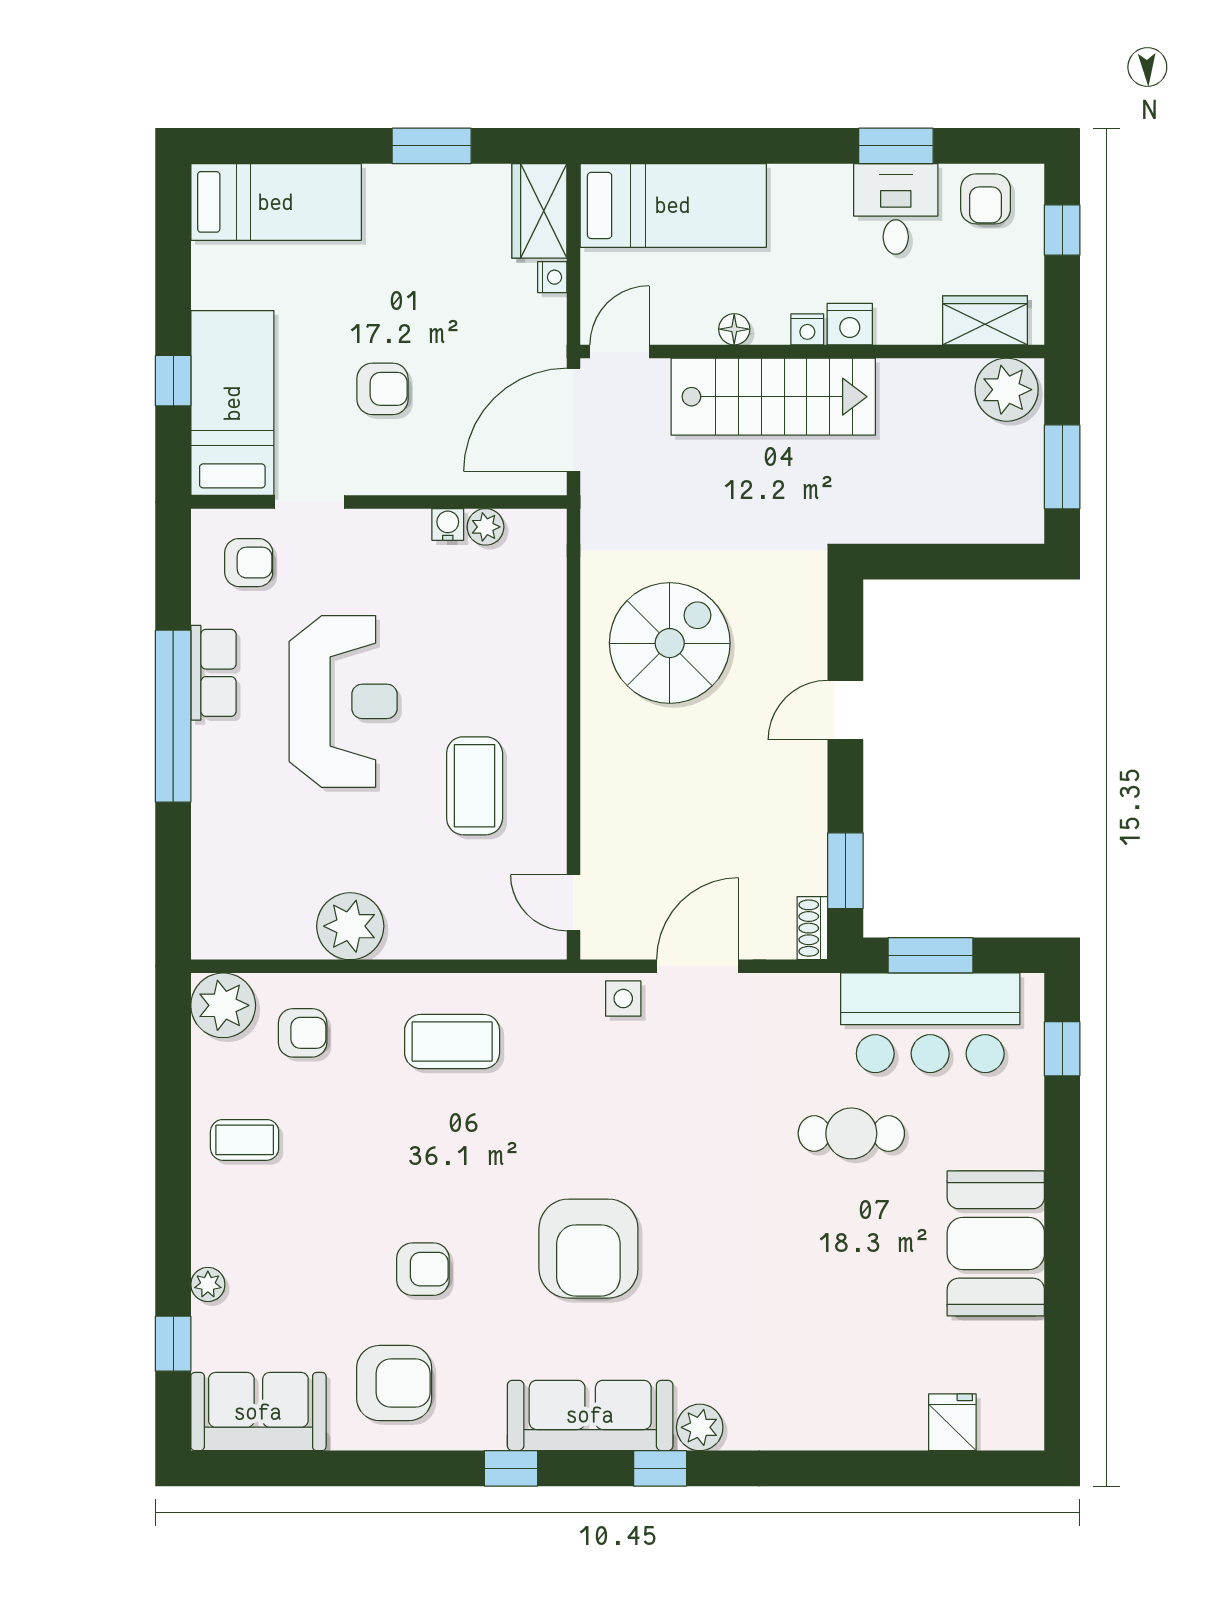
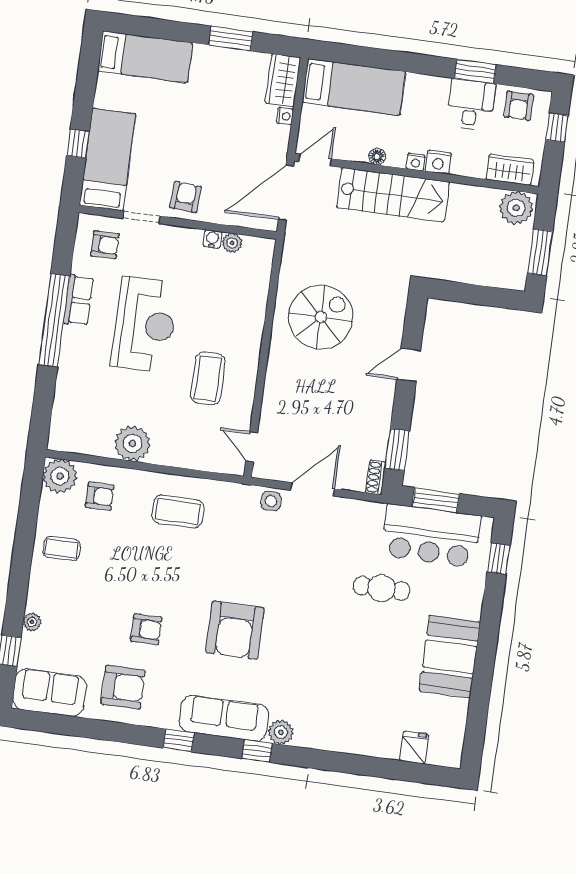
armchair: (383, 389) -> (186, 197), moved, turned -86

